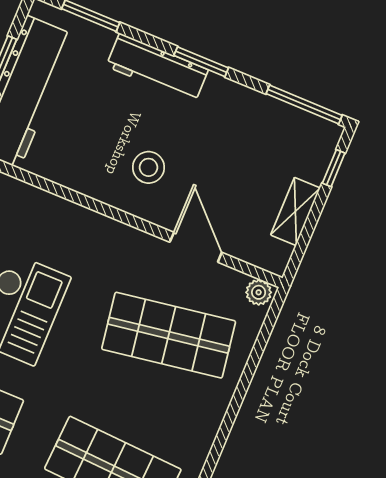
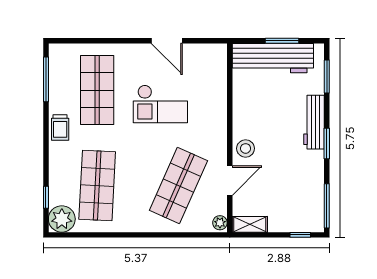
stool: (149, 167) -> (246, 148), moved
shelving: (295, 211) -> (250, 224), moved
shop shelf: (169, 335) -> (178, 185), turned 33

